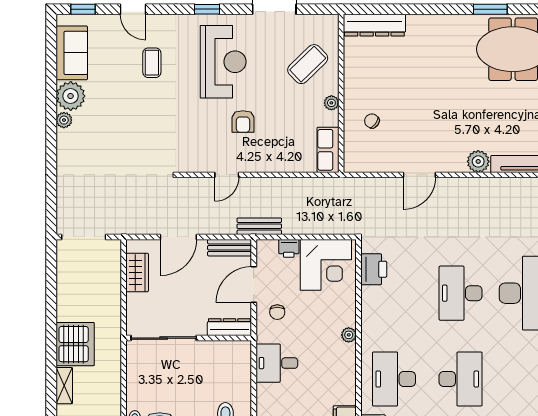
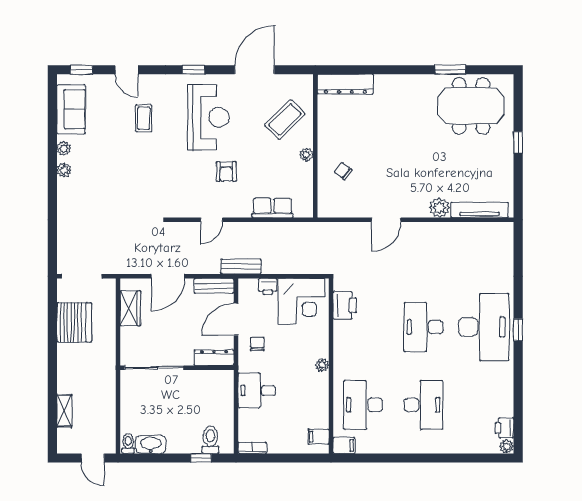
plant: (71, 96) -> (64, 148), width x0.53, depth x0.53
row of seats: (328, 150) -> (272, 208), moved, turned 90
chair: (277, 312) -> (257, 344), turned 180
server rack: (75, 344) -> (74, 322), moved

